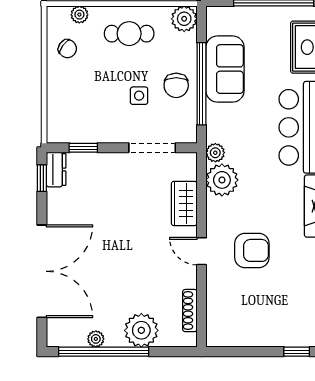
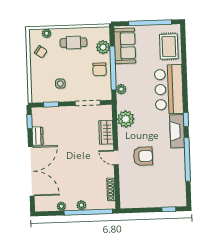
plant: (184, 19) -> (103, 47), moved
sofa: (225, 69) -> (125, 46), moved
side table: (139, 96) -> (60, 84), moved
plant: (215, 153) -> (121, 89), moved
dresser: (56, 169) -> (38, 136), moved
plant: (141, 330) -> (81, 205), width x0.53, depth x0.53
window: (104, 352) -> (88, 212), moved

